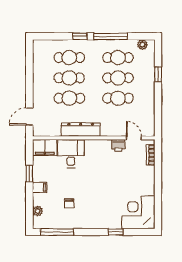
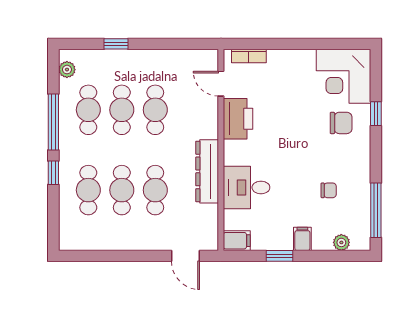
door: (134, 138) -> (221, 84), hinge flipped
printer: (118, 146) -> (238, 119), width x1.87, depth x1.48
filing cabinet: (45, 148) -> (237, 241), width x0.50
chair: (110, 211) -> (341, 123), added

